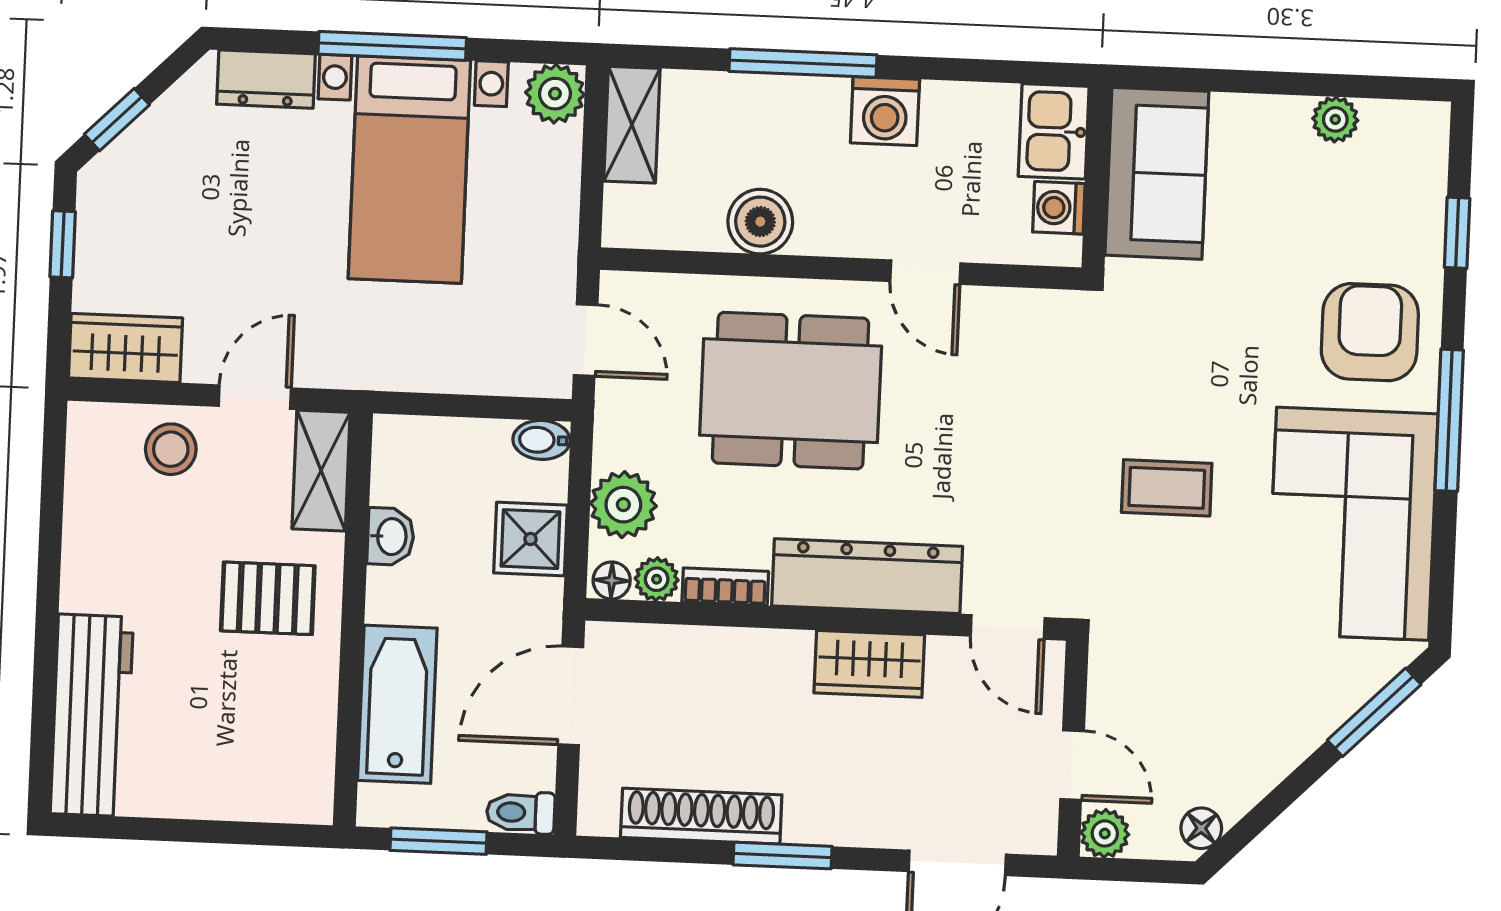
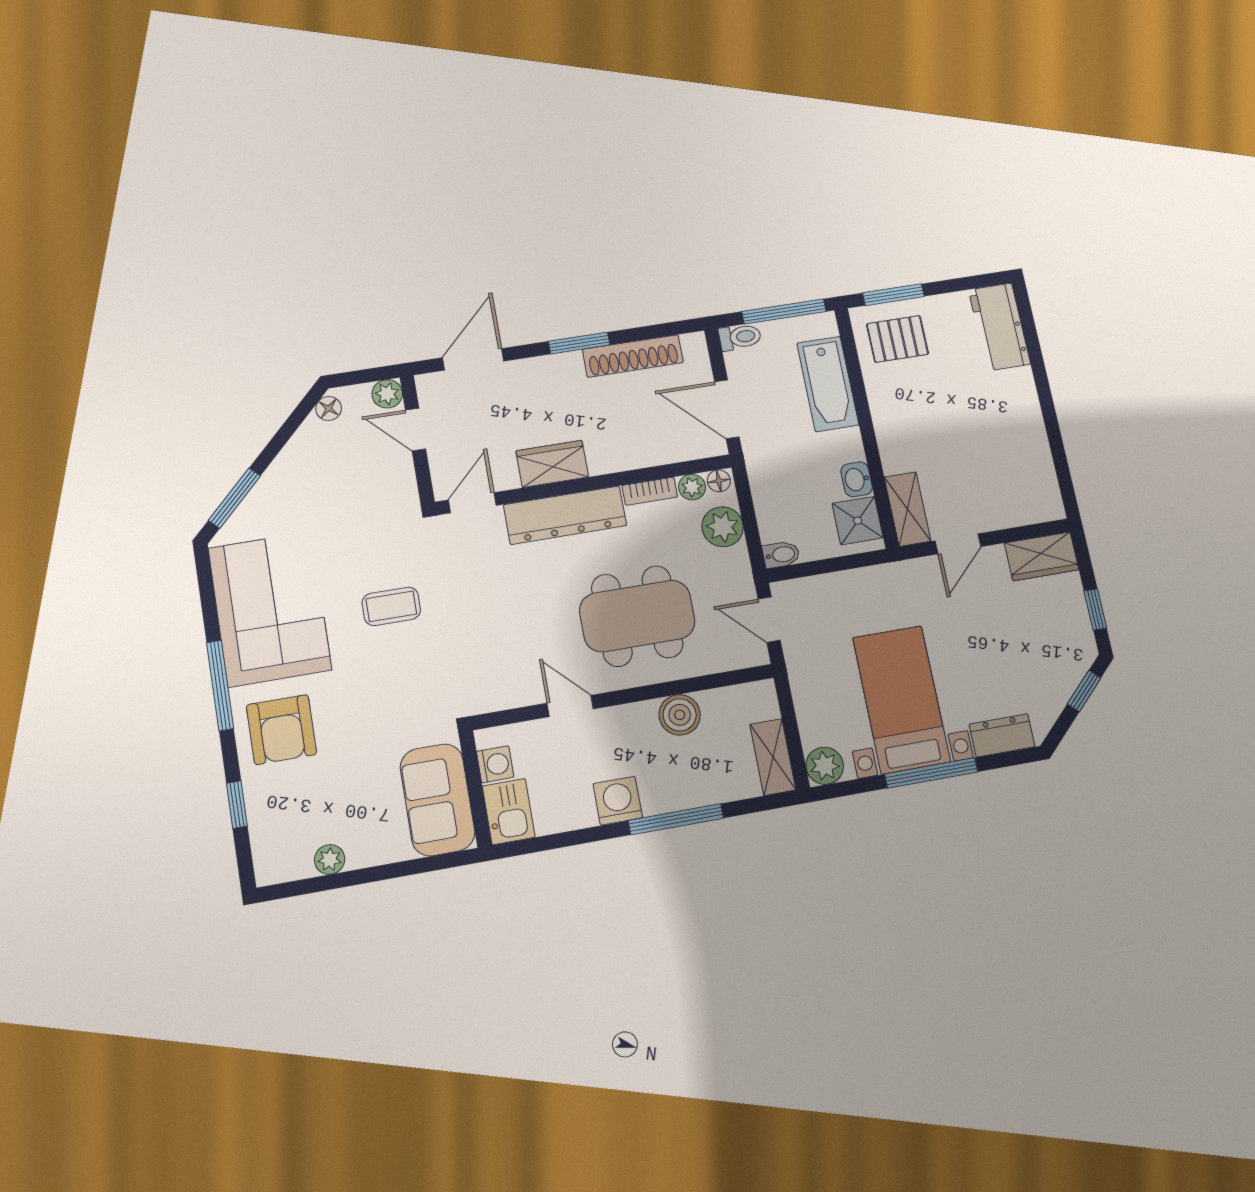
stool: (171, 449) -> (999, 503), removed
shower: (531, 539) -> (858, 521), moved
pallet: (268, 598) -> (897, 339), moved
door: (1008, 627) -> (472, 503), hinge flipped
door: (571, 696) -> (727, 409), swing flipped
workbench: (92, 715) -> (999, 327), width x0.73
window: (252, 833) -> (893, 295), added
window: (439, 841) -> (784, 312), width x1.44

